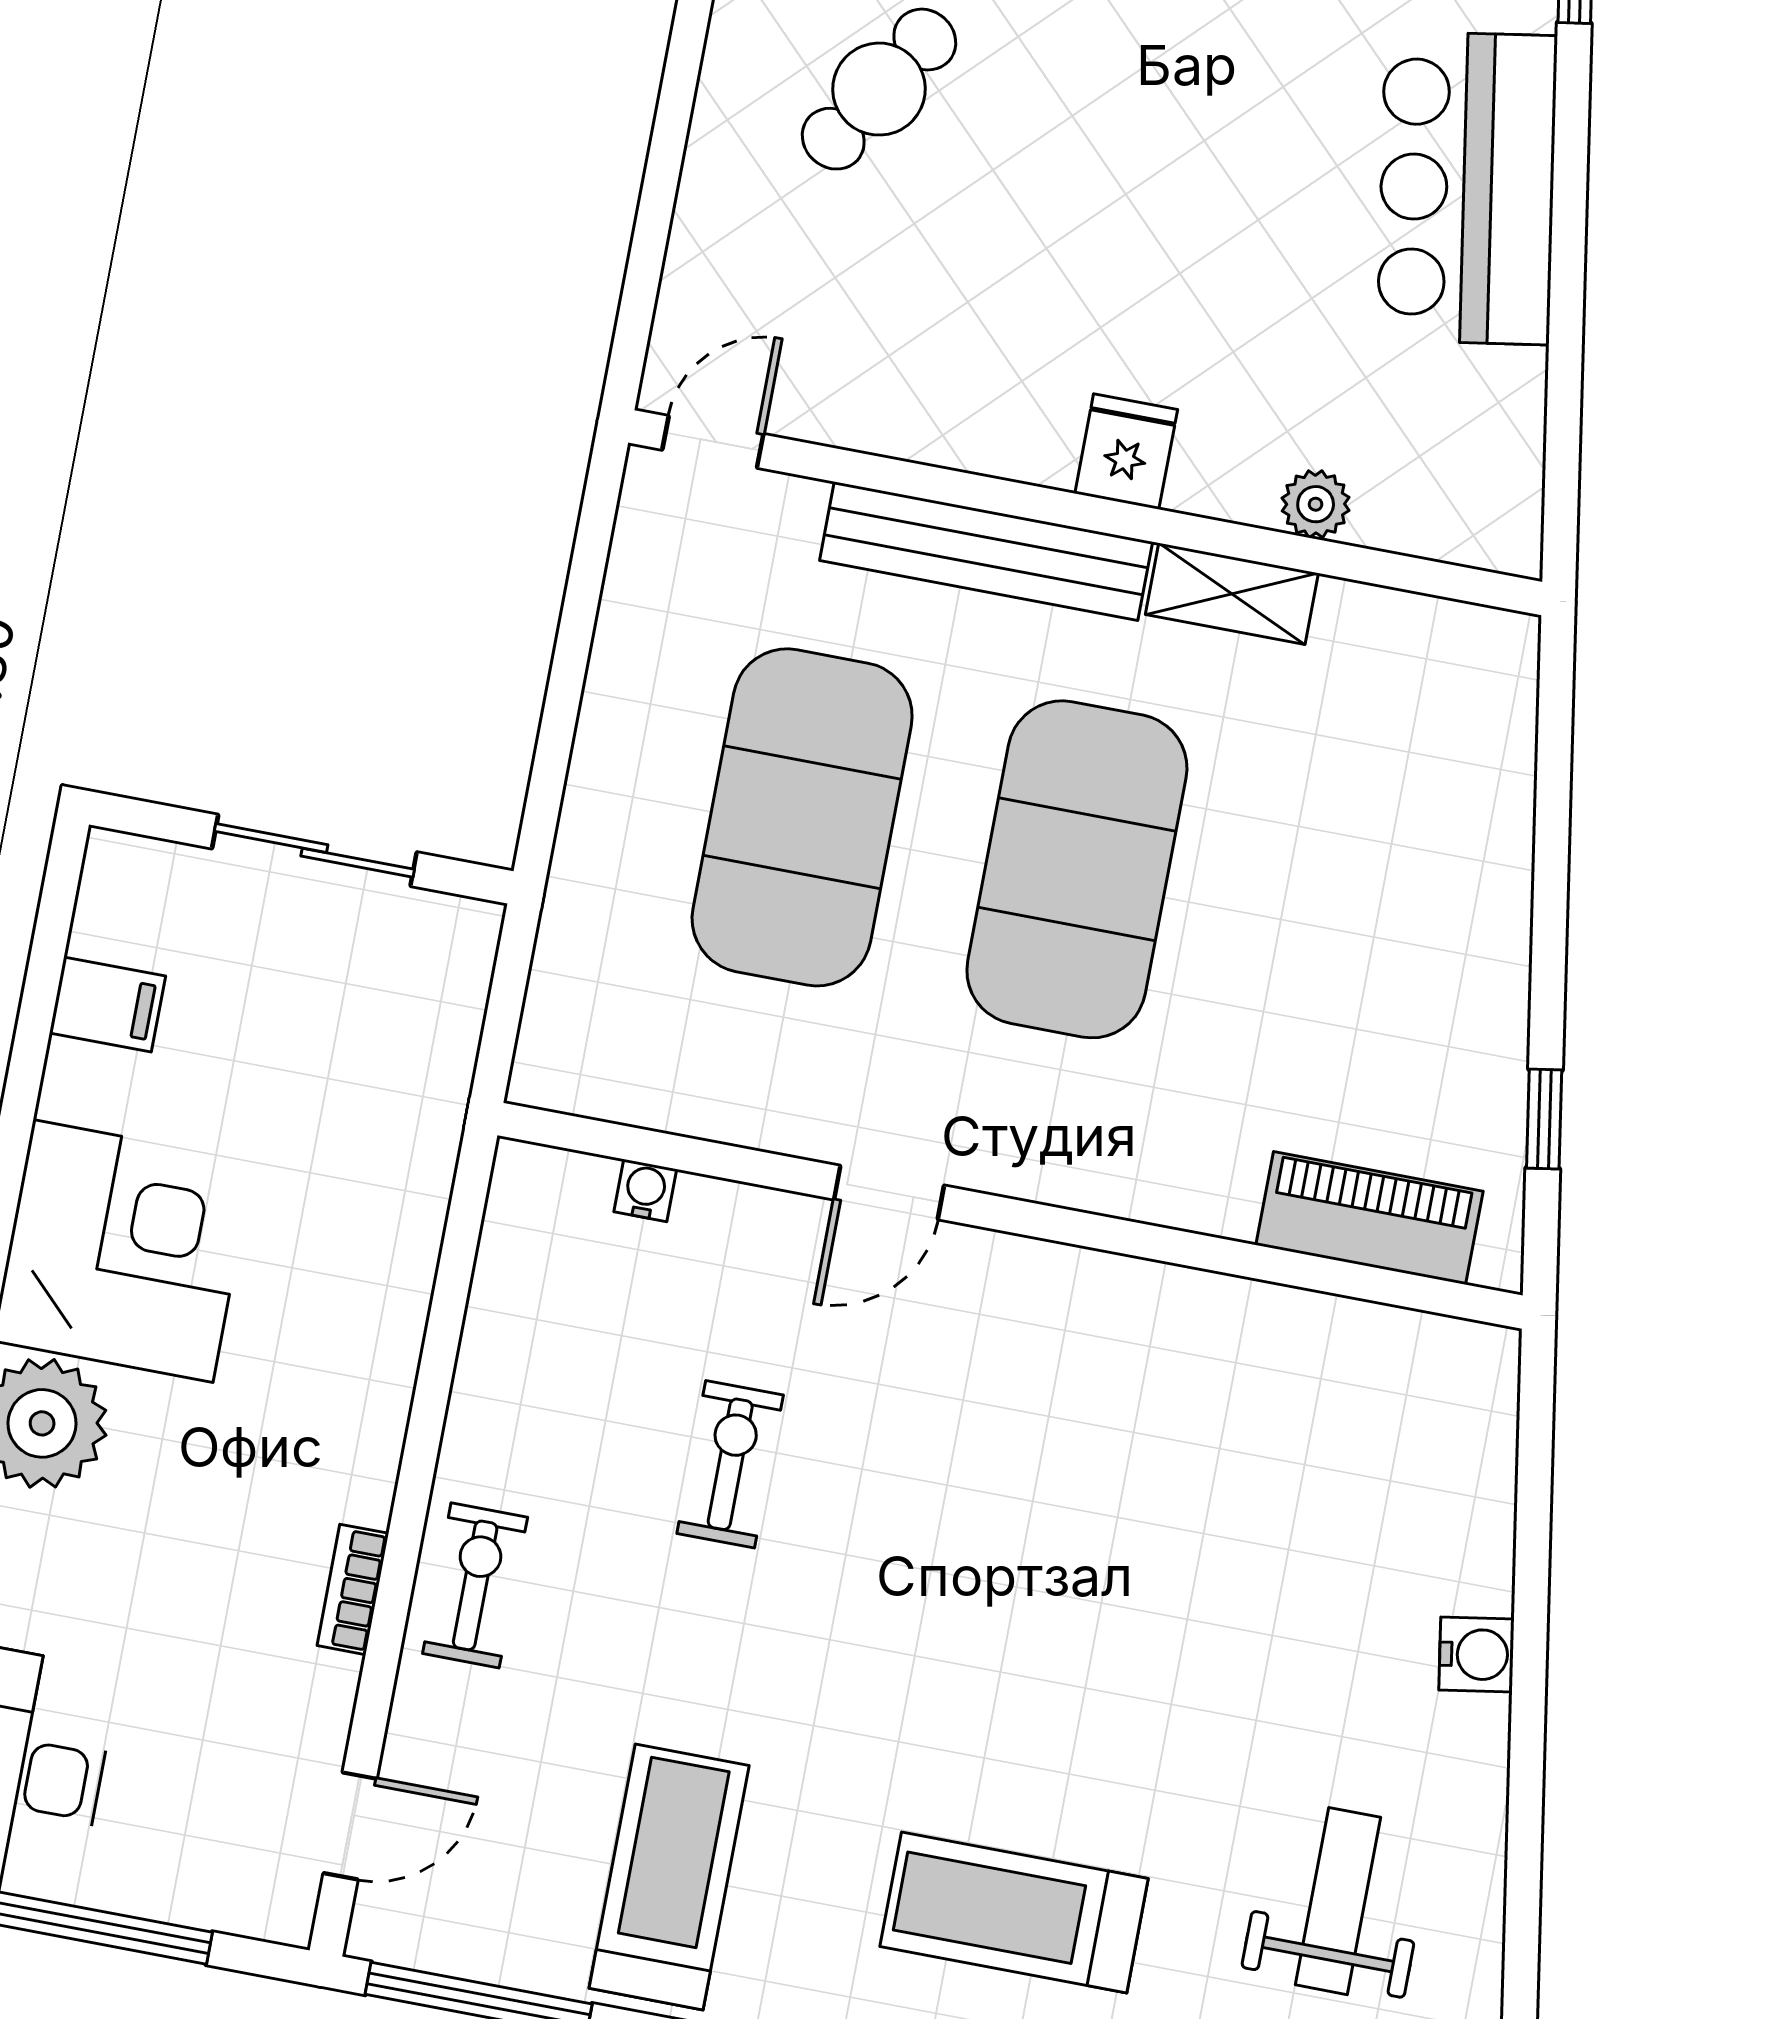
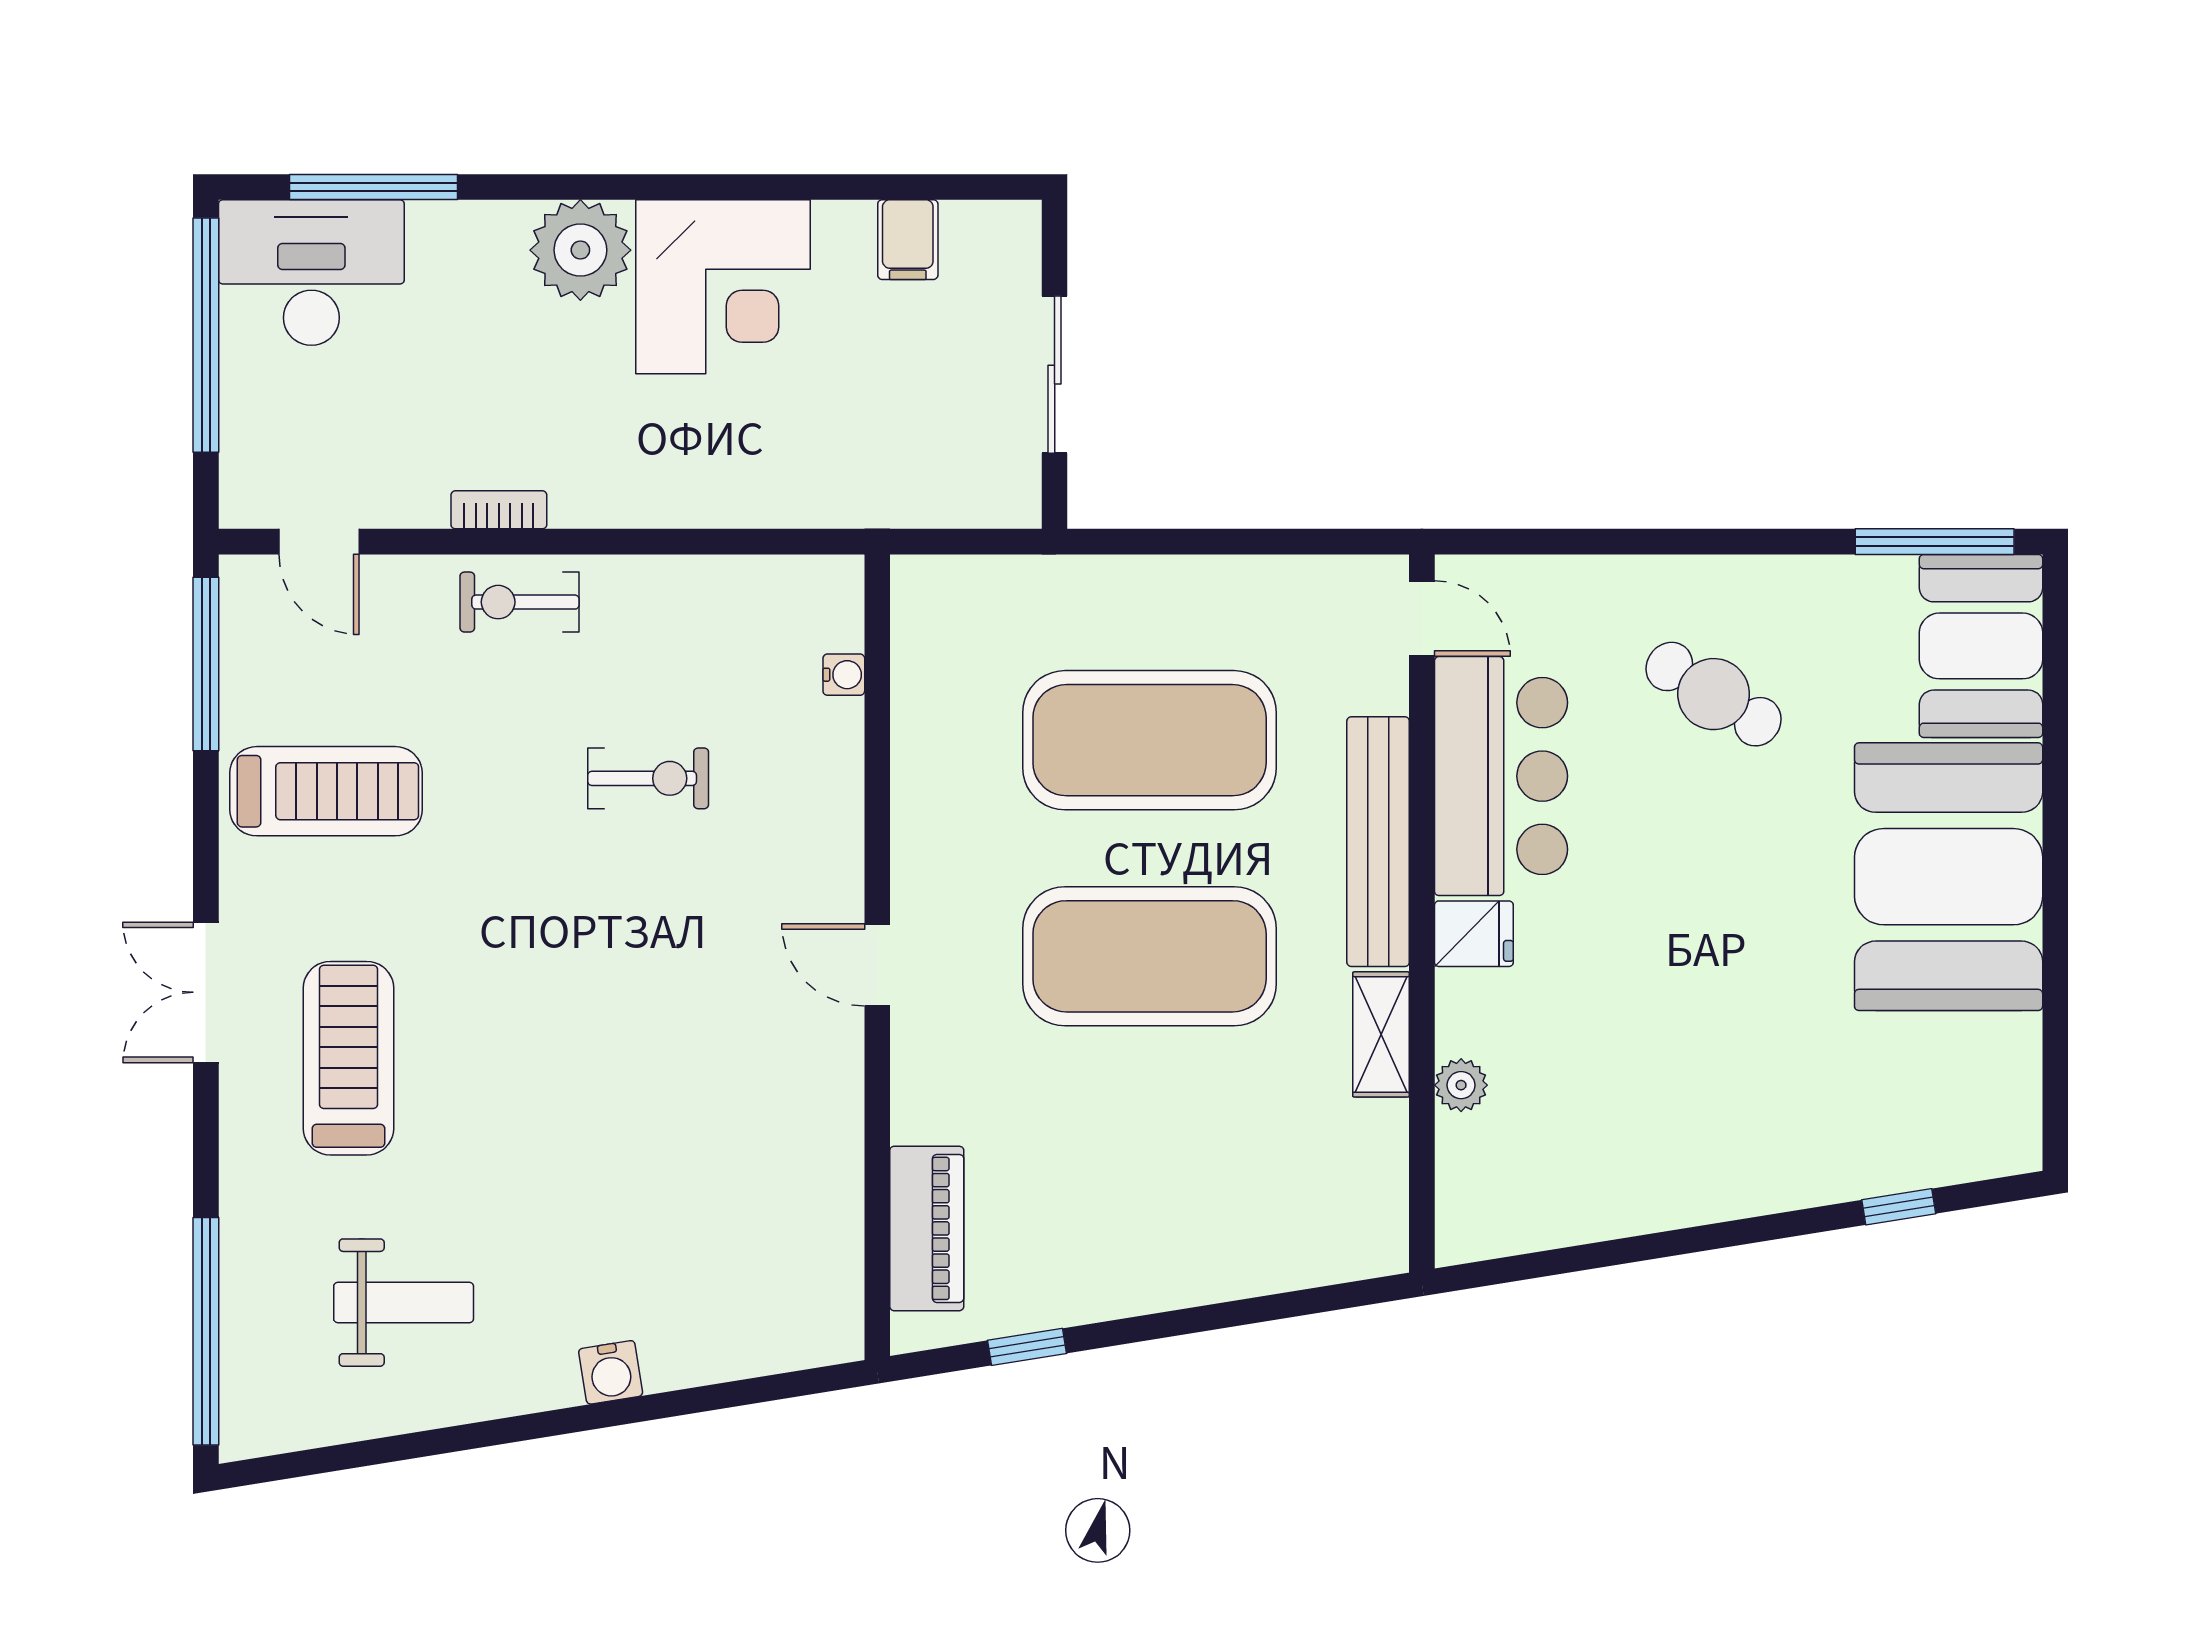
bar counter: (1467, 188) -> (1501, 776), moved, turned 99
door: (889, 1192) -> (877, 965), moved
exercise bike: (475, 1585) -> (520, 602), turned 180

